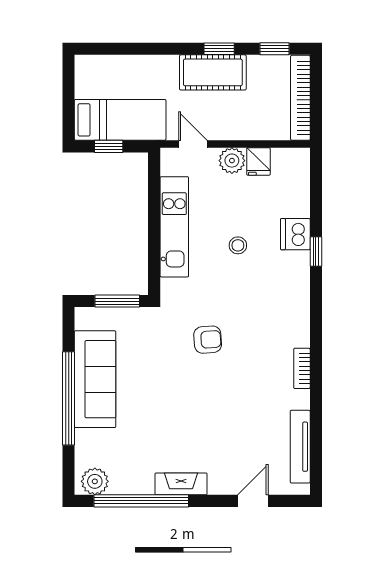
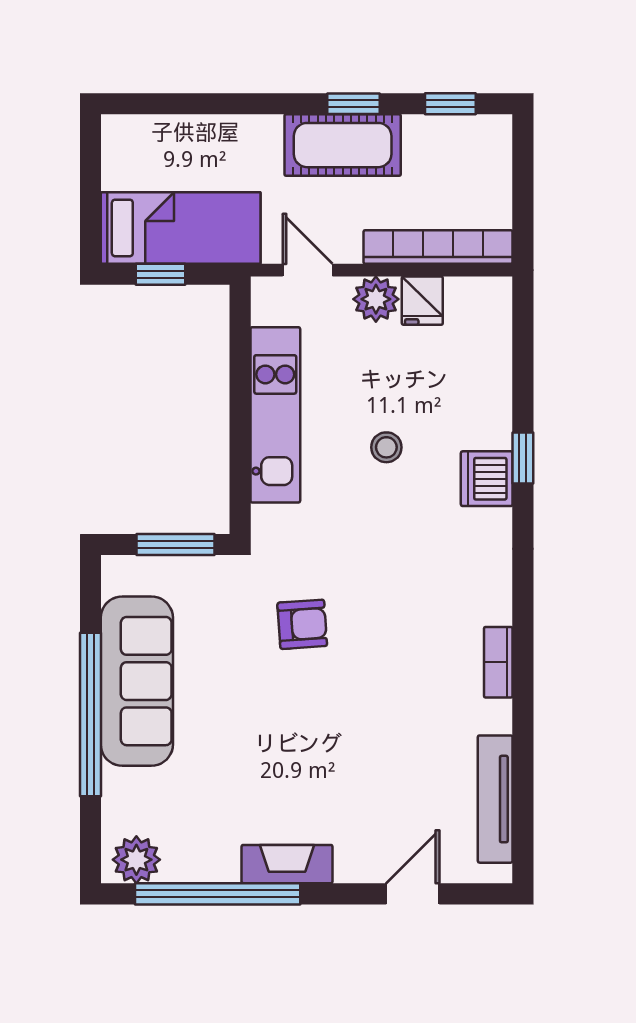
bookcase: (300, 98) -> (438, 247), moved, turned 90
dishwasher: (295, 234) -> (487, 479), moved
armchair: (208, 340) -> (302, 624), moved

